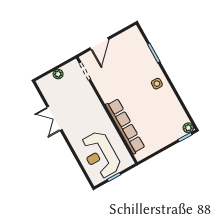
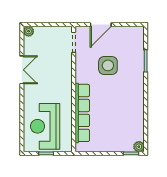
plant: (58, 74) -> (29, 31), moved
side table: (157, 84) -> (108, 65), moved, width x1.87, depth x1.87
double door: (54, 118) -> (22, 70), swing flipped

